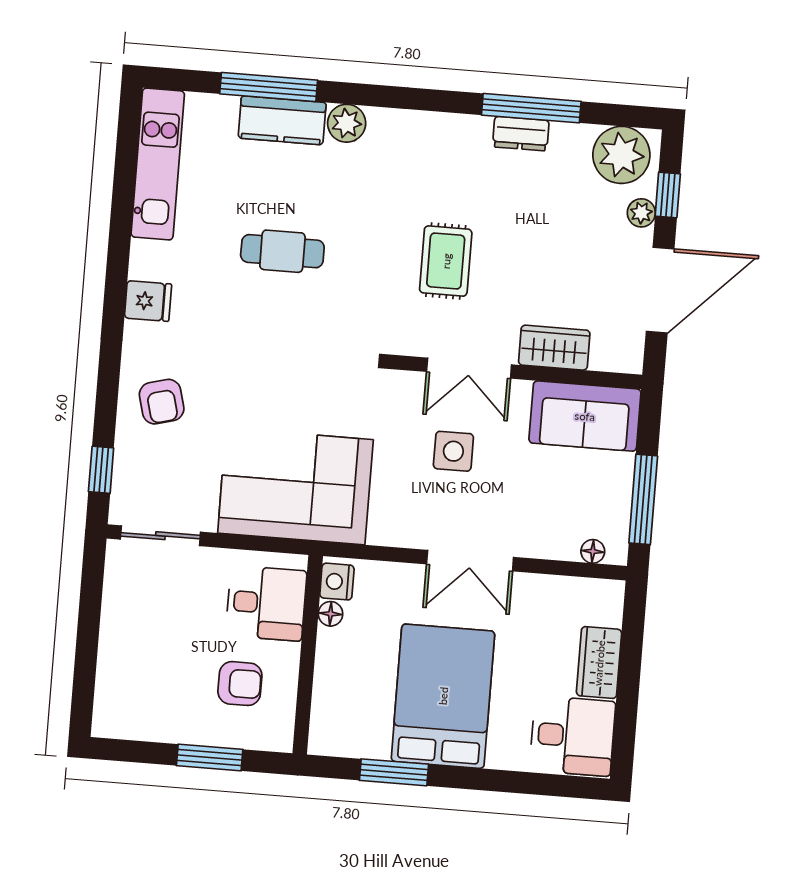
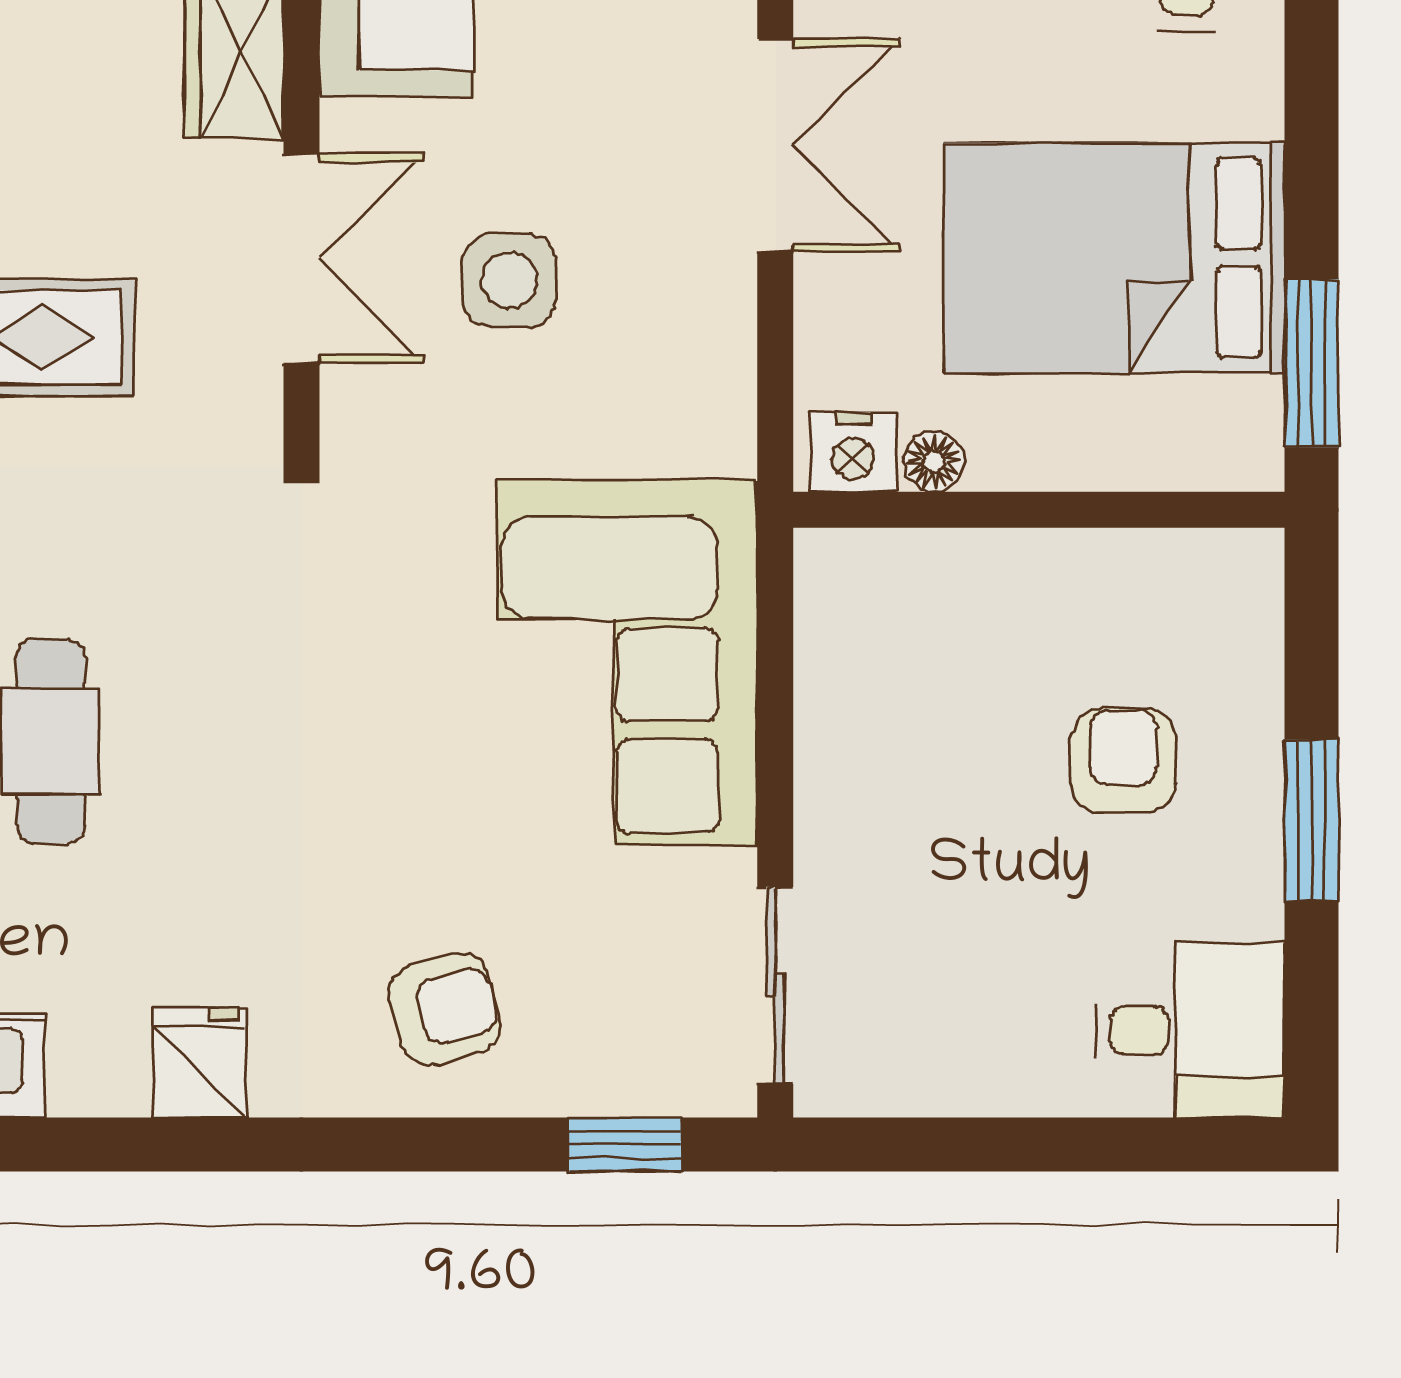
double door: (470, 561) -> (775, 146), moved
nightstand: (337, 582) -> (853, 452), moved
desk: (266, 603) -> (1190, 1030), moved, turned 90
floor lamp: (330, 614) -> (934, 462), moved
wall: (308, 655) -> (1039, 510), moved

